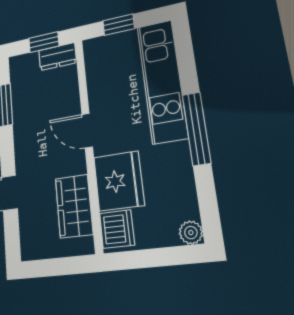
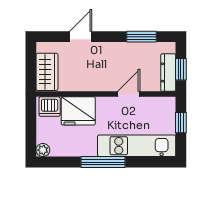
dresser: (57, 57) -> (168, 72), width x1.44
door: (87, 131) -> (129, 94), moved
wardrobe: (74, 206) -> (47, 72), moved, turned 90

